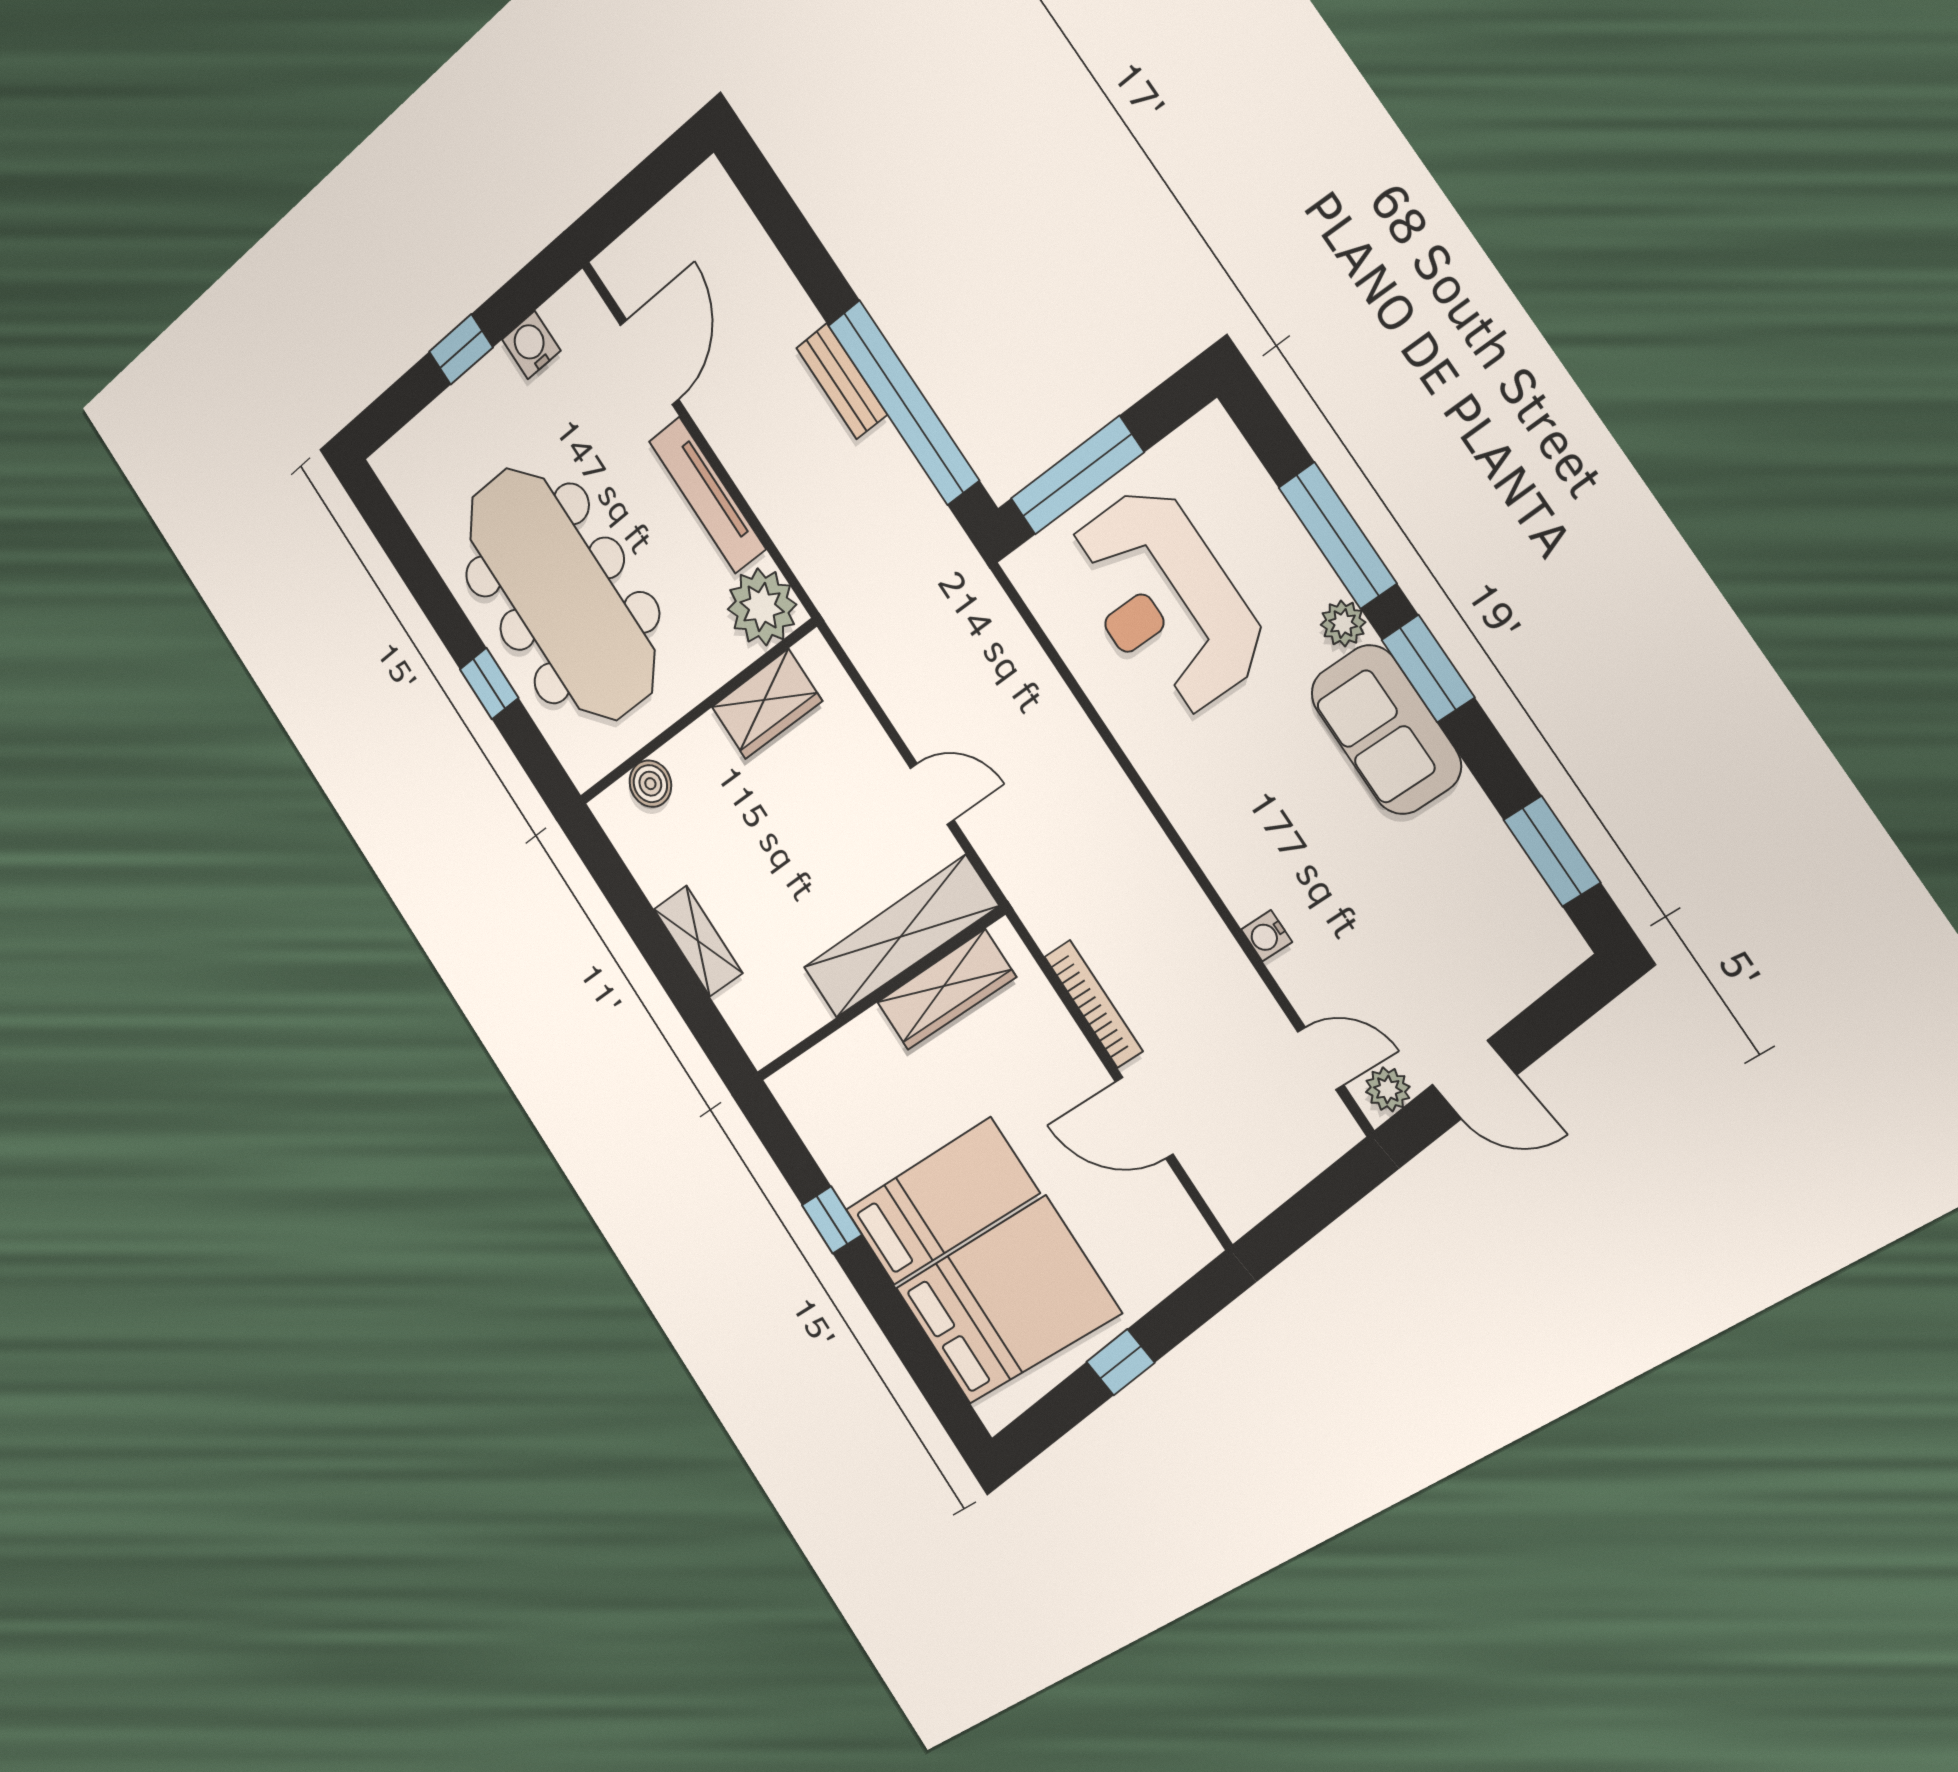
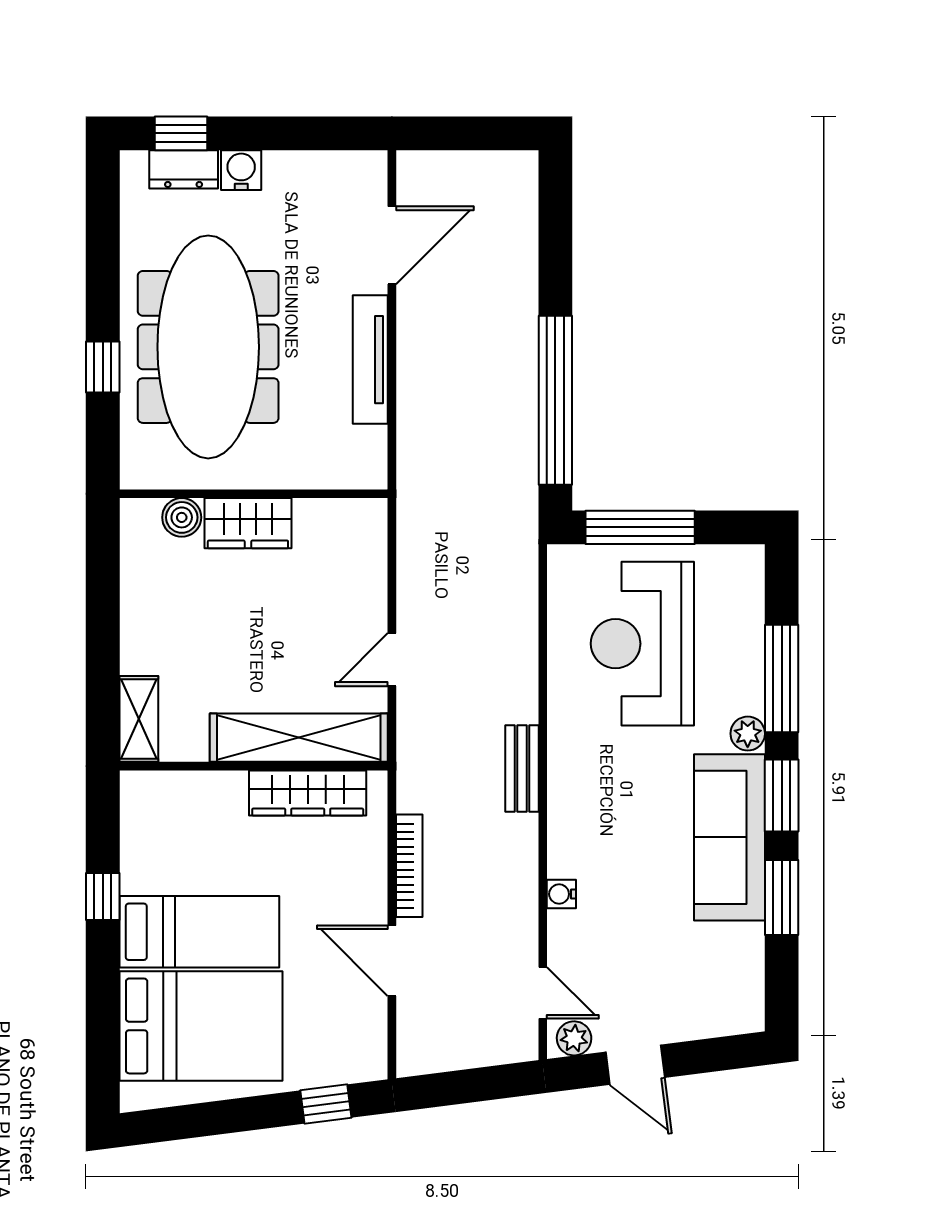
water cooler: (531, 345) -> (241, 170), moved
window: (461, 349) -> (181, 133), moved
bench: (842, 381) -> (522, 769), moved
dresser: (428, 434) -> (184, 169), added
plant: (762, 607) -> (357, 458), removed
wardrobe: (767, 704) -> (248, 523), moved
sofa: (1386, 730) -> (729, 837), width x1.36
door: (932, 794) -> (392, 660), swing flipped
window: (1552, 851) -> (782, 897), moved
shelving: (698, 941) -> (139, 719), moved
window: (1120, 1362) -> (326, 1104), moved

